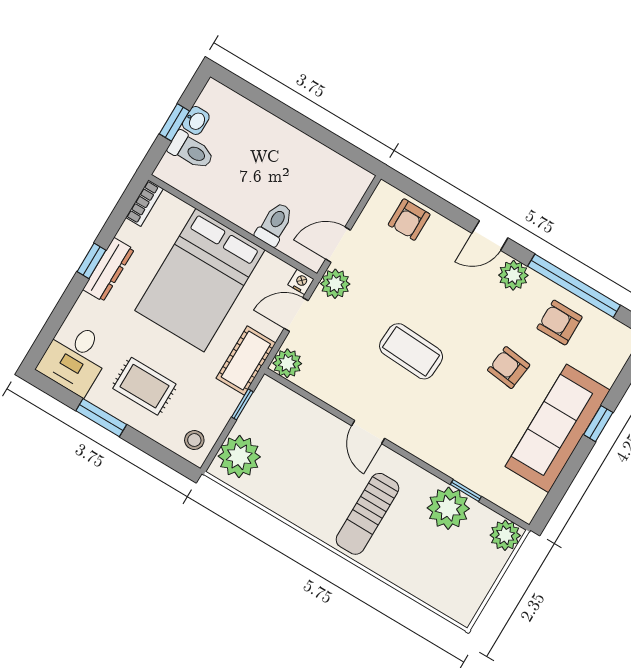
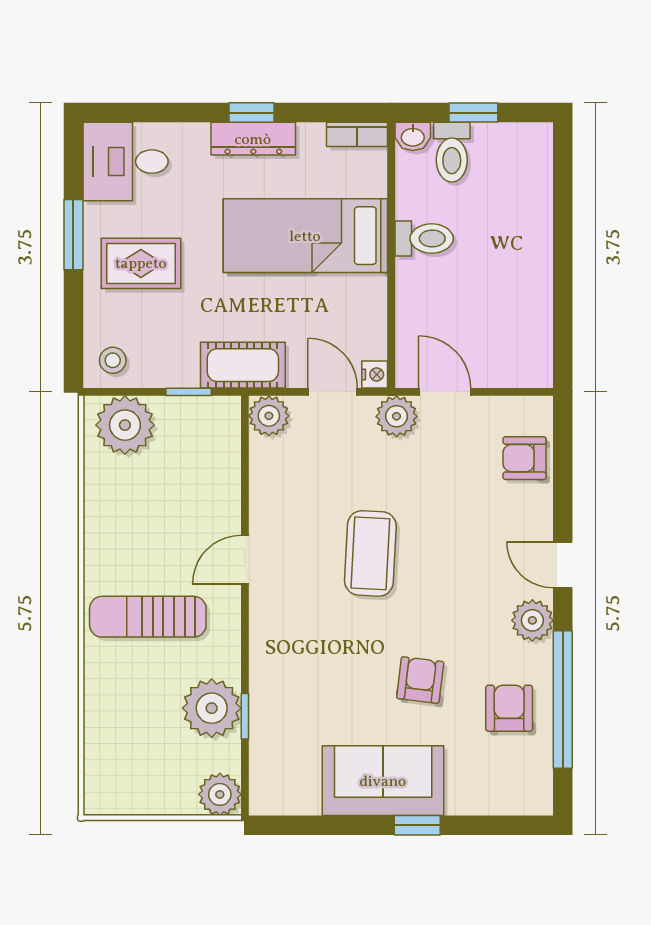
washbasin: (196, 120) -> (413, 136), moved
toilet: (275, 224) -> (424, 239), moved
bed: (200, 280) -> (305, 236), width x0.67
rug: (144, 386) -> (141, 263), turned 90
sofa: (558, 428) -> (383, 781), width x0.73

